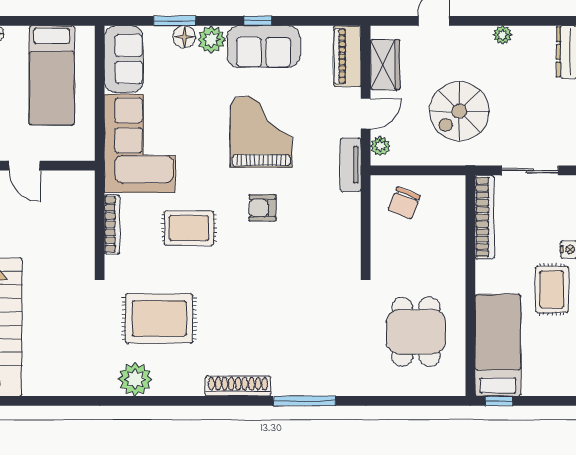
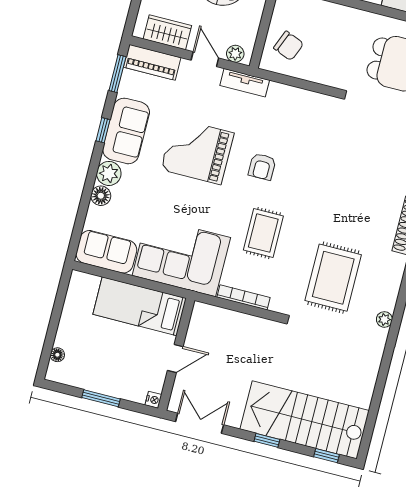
window: (175, 21) -> (117, 74), moved
bed: (52, 75) -> (140, 306), moved, turned 180
plant: (135, 379) -> (384, 319), width x0.53, depth x0.53

